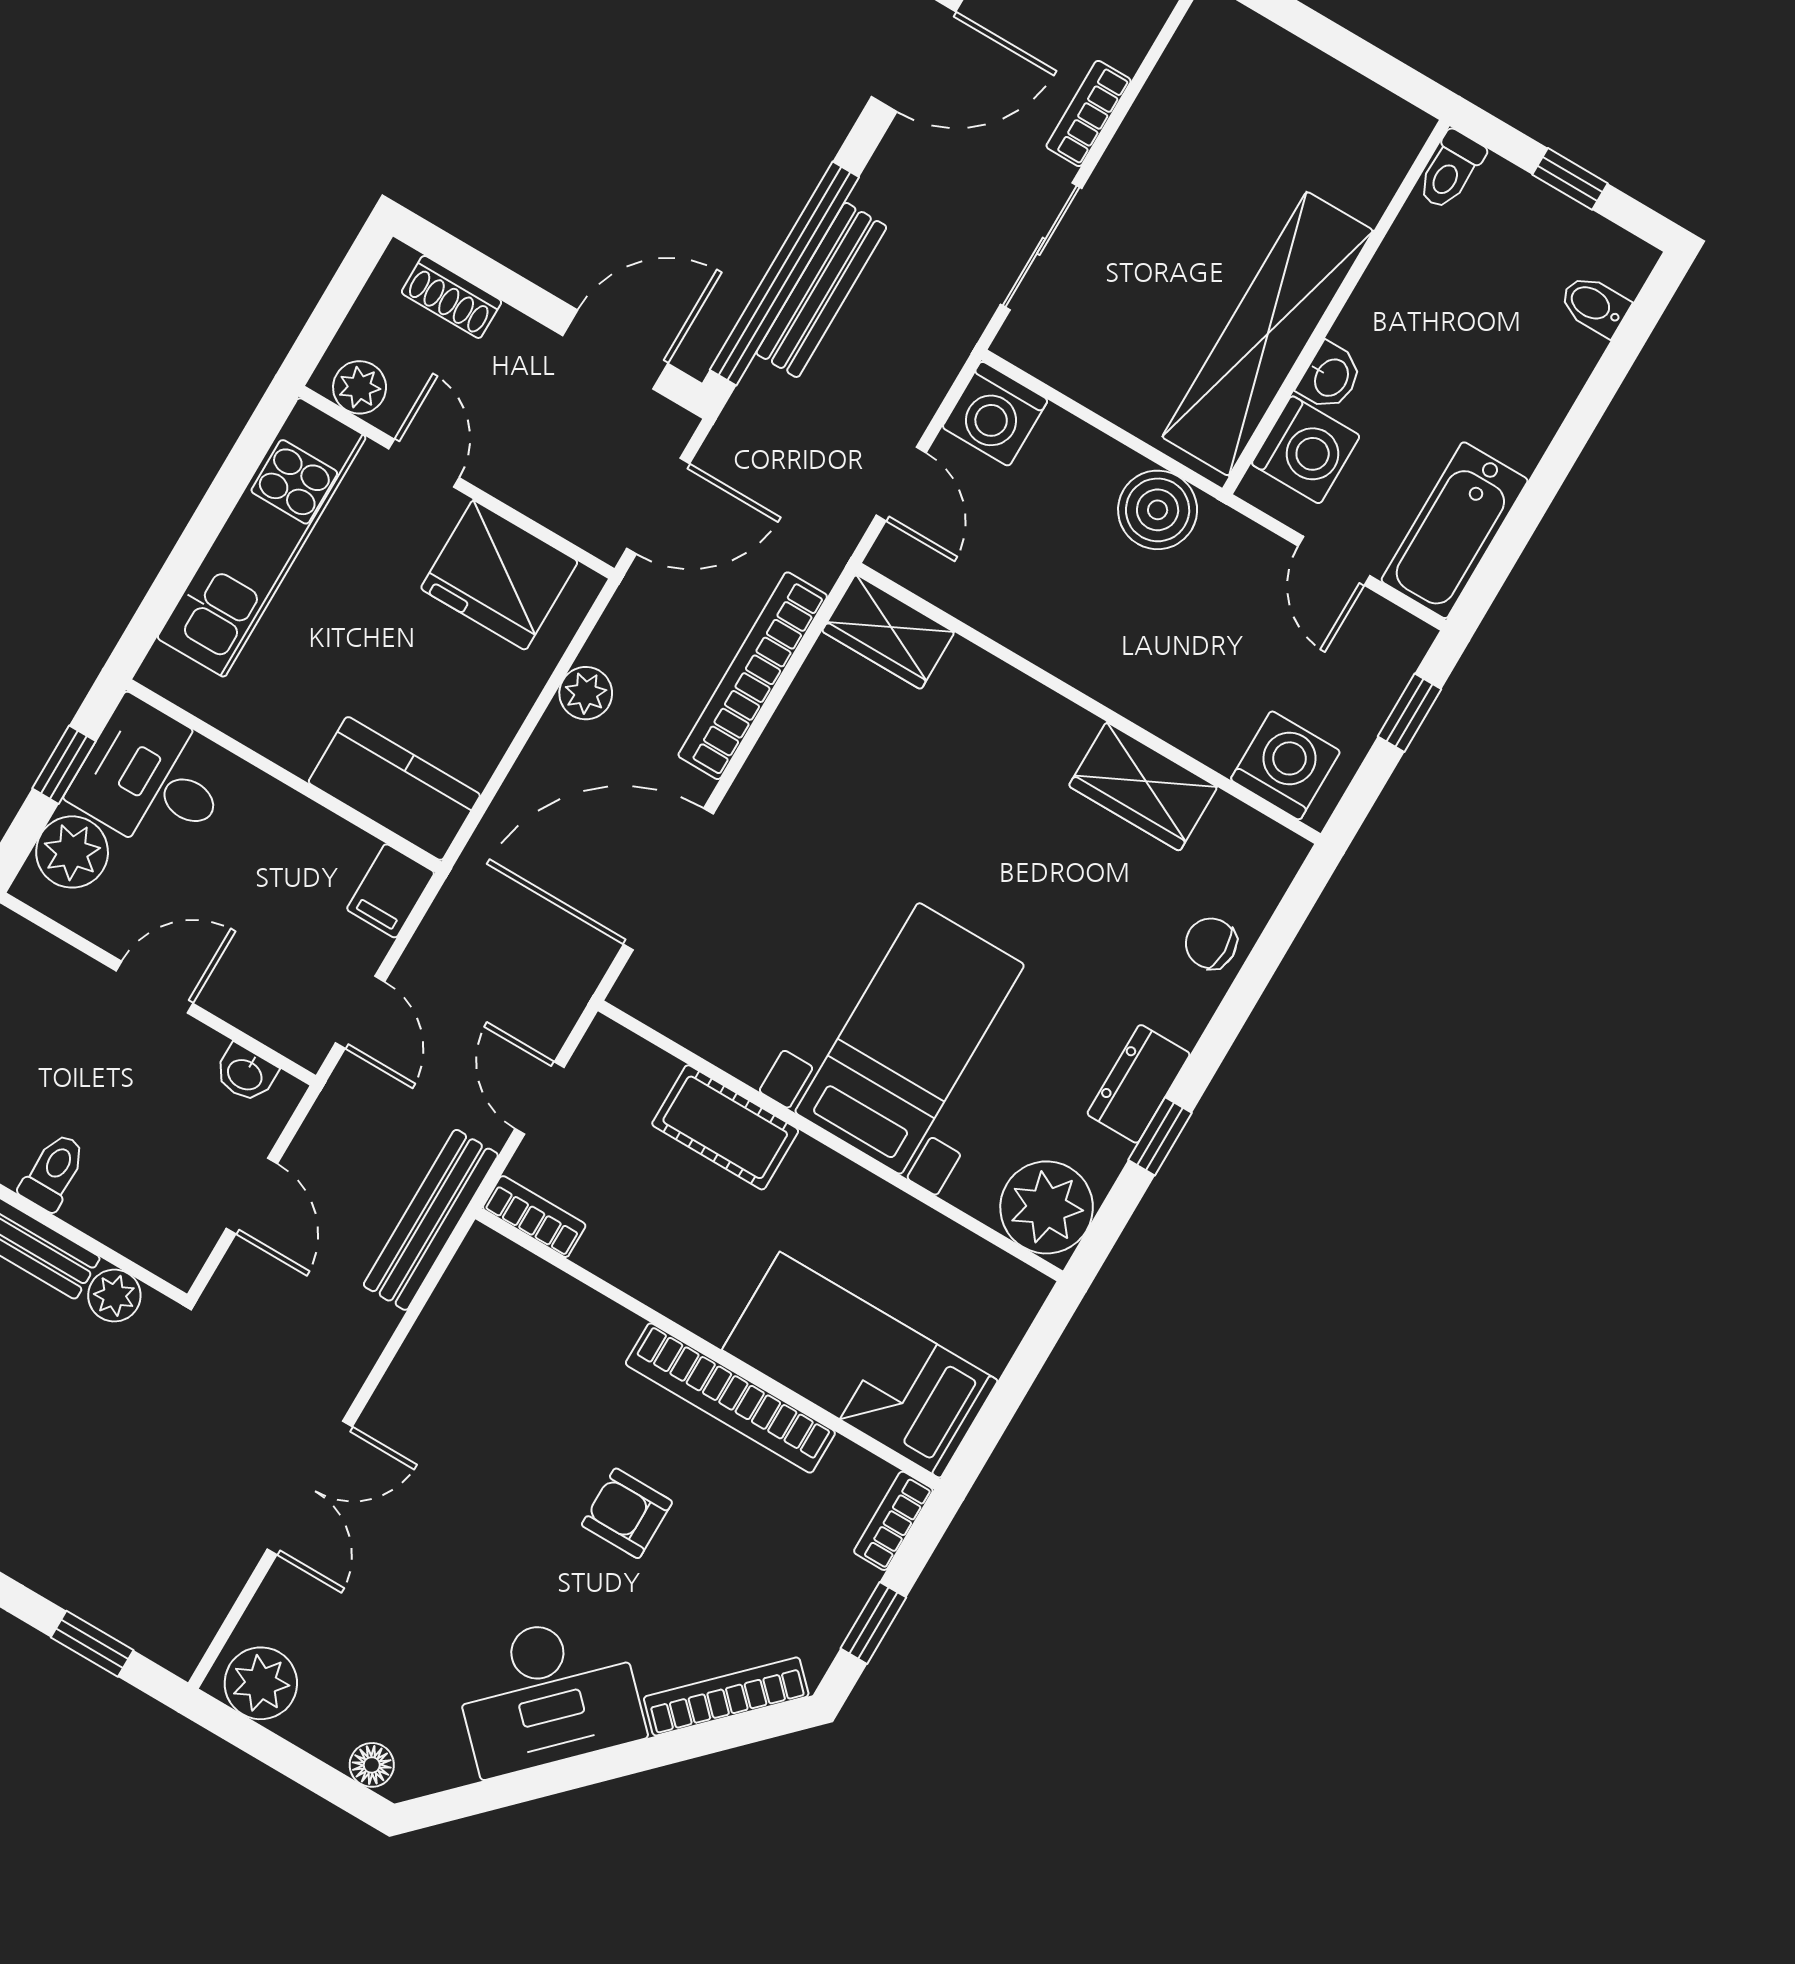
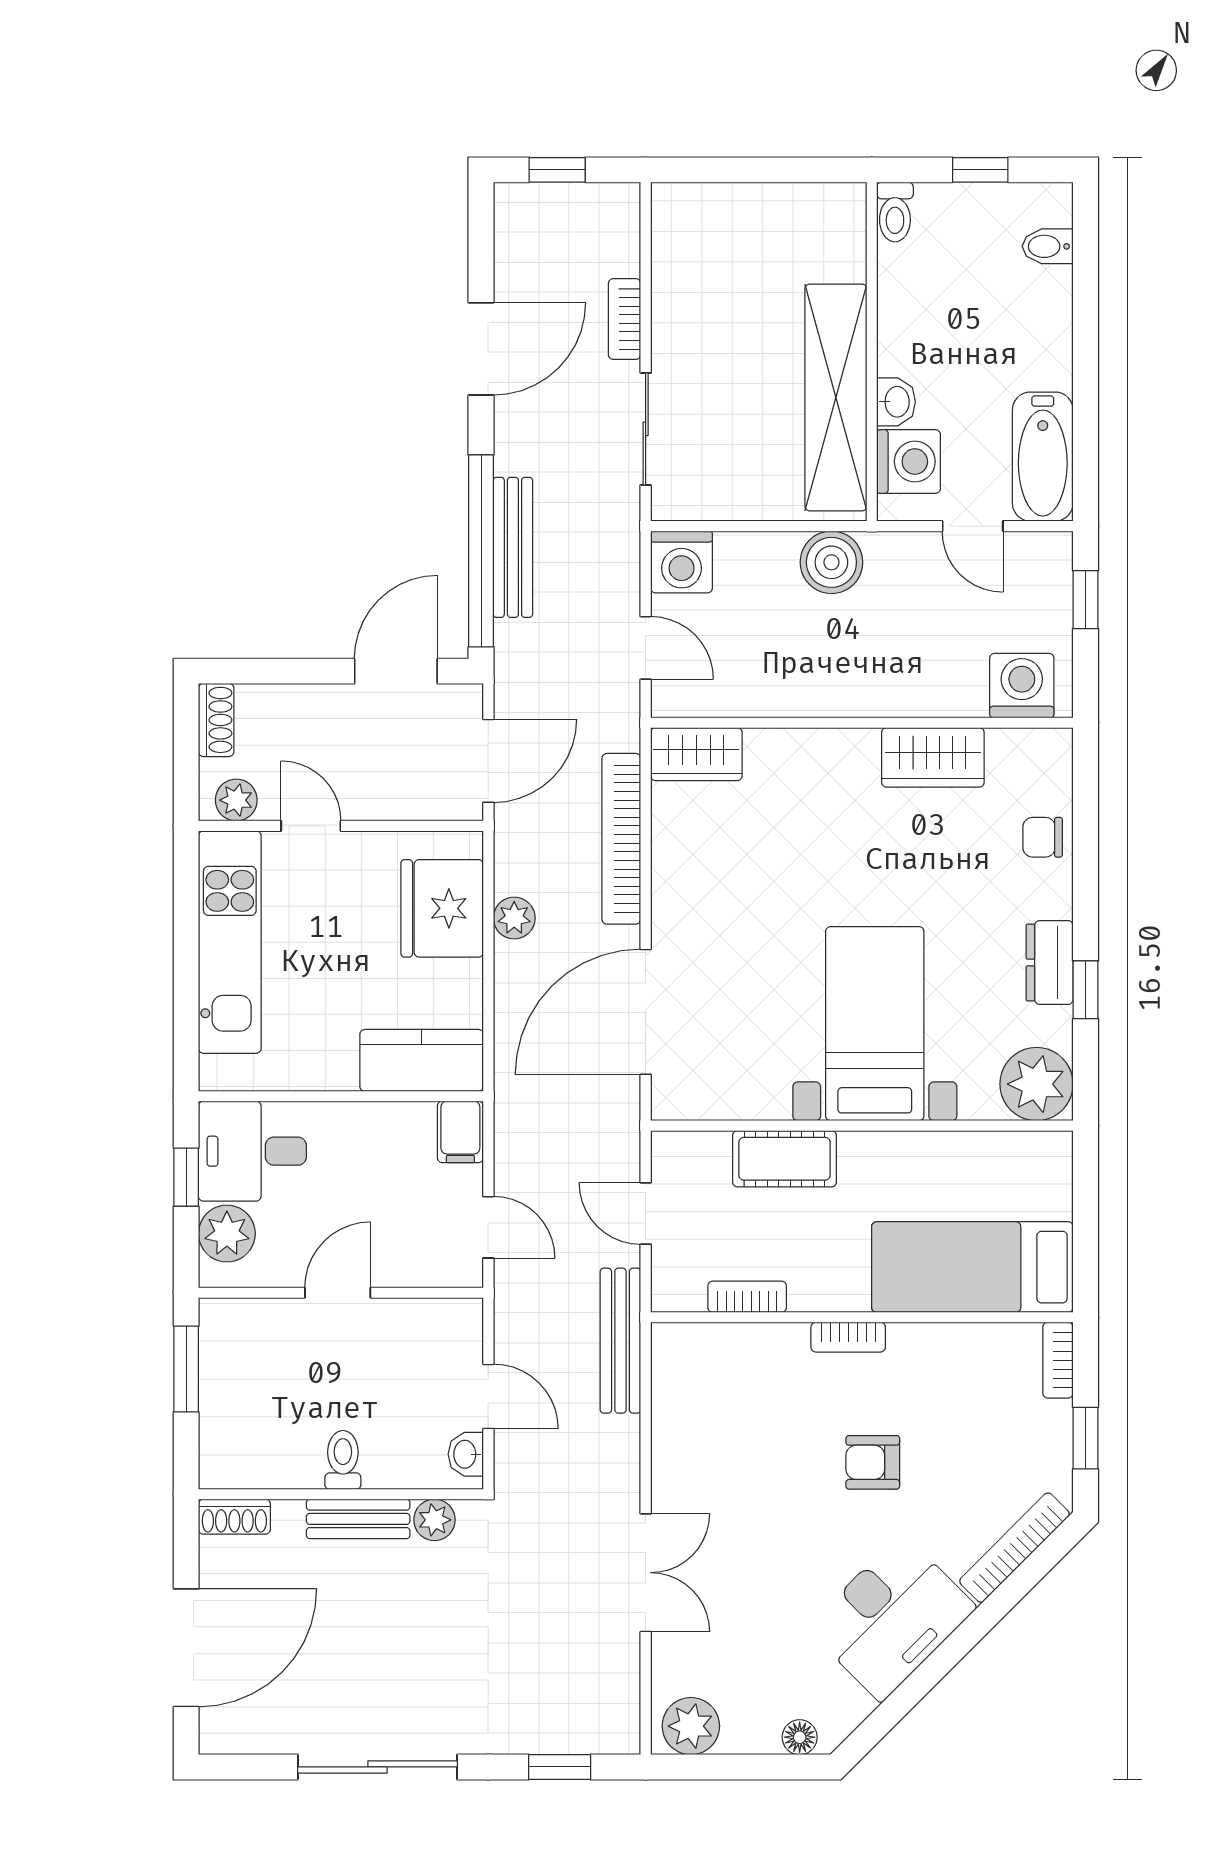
shoe rack: (451, 297) -> (216, 720), moved, turned -90
fridge: (499, 575) -> (442, 908), moved, turned 90
washbasin: (245, 1074) -> (466, 1454), moved, turned 90
bookcase: (534, 1217) -> (747, 1297), moved
bookcase: (730, 1398) -> (848, 1337), width x0.43, depth x0.76

